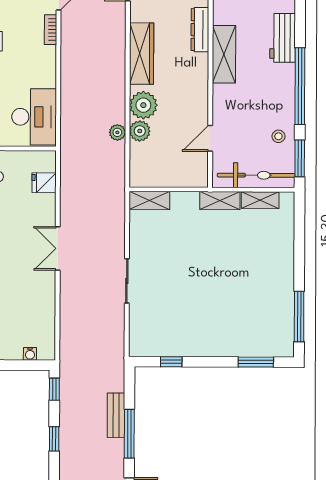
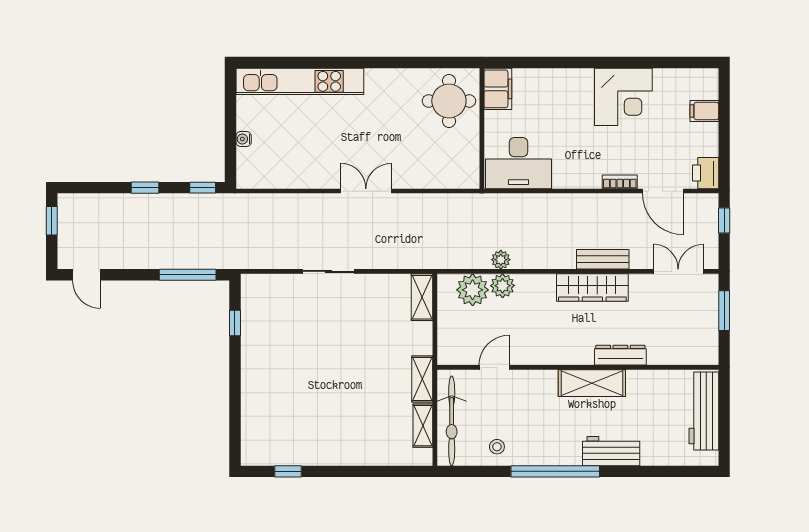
plant: (143, 105) -> (473, 290), moved
door: (210, 138) -> (494, 367), hinge flipped
window: (300, 158) -> (471, 471), removed
fridge: (44, 183) -> (442, 175), removed
window: (299, 316) -> (288, 471), width x0.46
water cooler: (30, 354) -> (244, 139), moved
window: (256, 362) -> (235, 421), removed
bench: (116, 415) -> (603, 259), moved
window: (129, 434) -> (188, 275), moved

